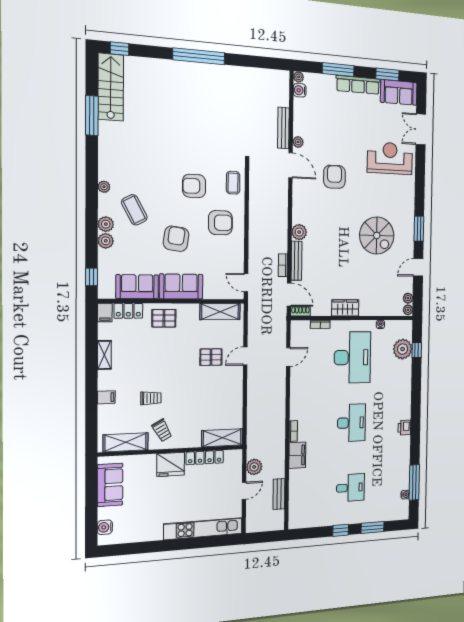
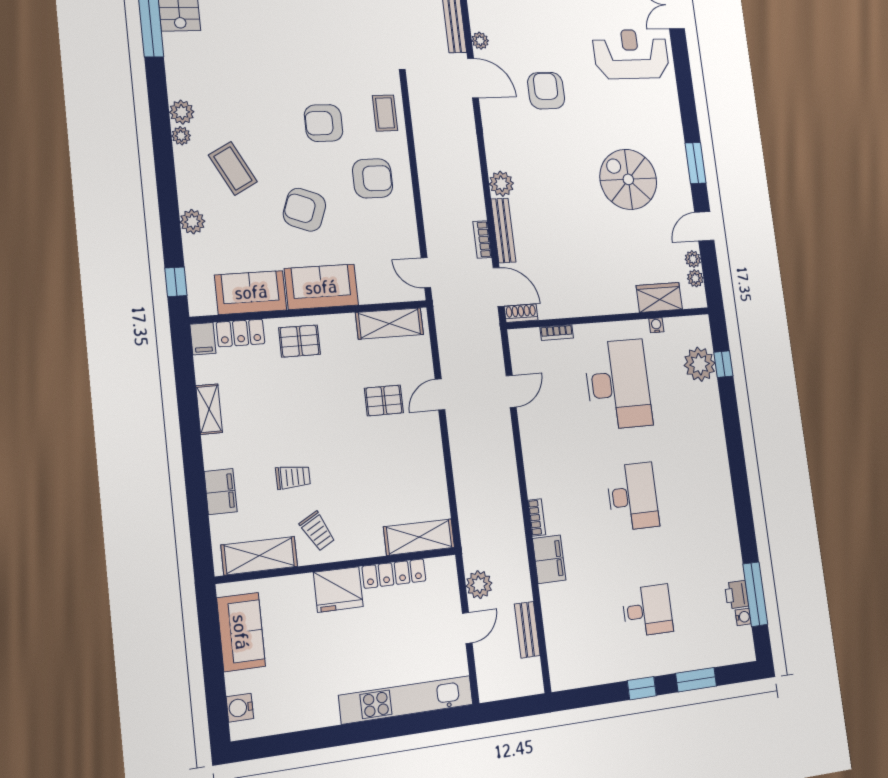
plant: (106, 224) -> (182, 112), moved
spiral stairs: (377, 235) -> (628, 179), turned 180
armchair: (176, 239) -> (304, 210), turned -77
wardrobe: (345, 308) -> (659, 297), moved
plant: (408, 310) -> (693, 259), moved
filing cabinet: (106, 397) -> (221, 492), width x2.00
printer: (404, 428) -> (737, 595), moved

